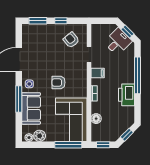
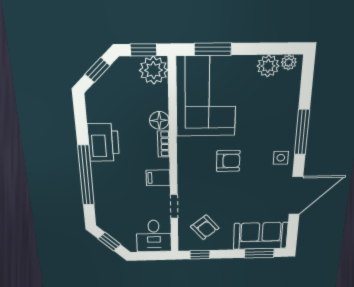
window: (61, 21) -> (200, 255), moved
desk: (118, 42) -> (154, 236), moved, turned -45
sofa: (31, 108) -> (261, 236), moved, turned 90
floor lamp: (96, 119) -> (159, 120), moved
plant: (98, 134) -> (154, 70), added
window: (68, 145) -> (213, 49), width x0.69

